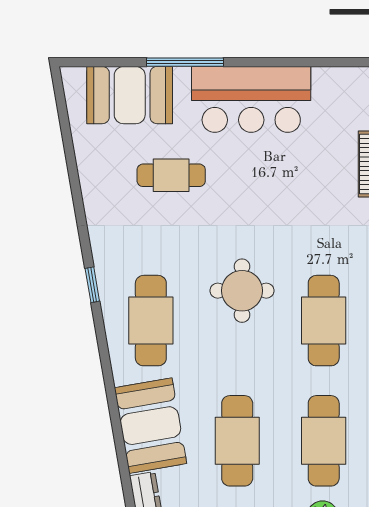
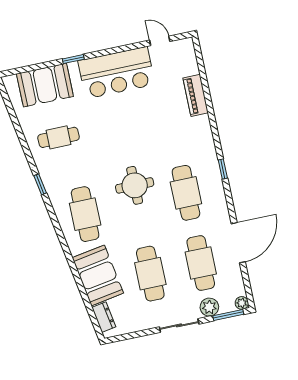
window: (185, 62) -> (73, 59), width x0.46
door: (333, 62) -> (160, 41), added
cafe table: (171, 175) -> (59, 137), moved
window: (92, 285) -> (40, 184), moved

